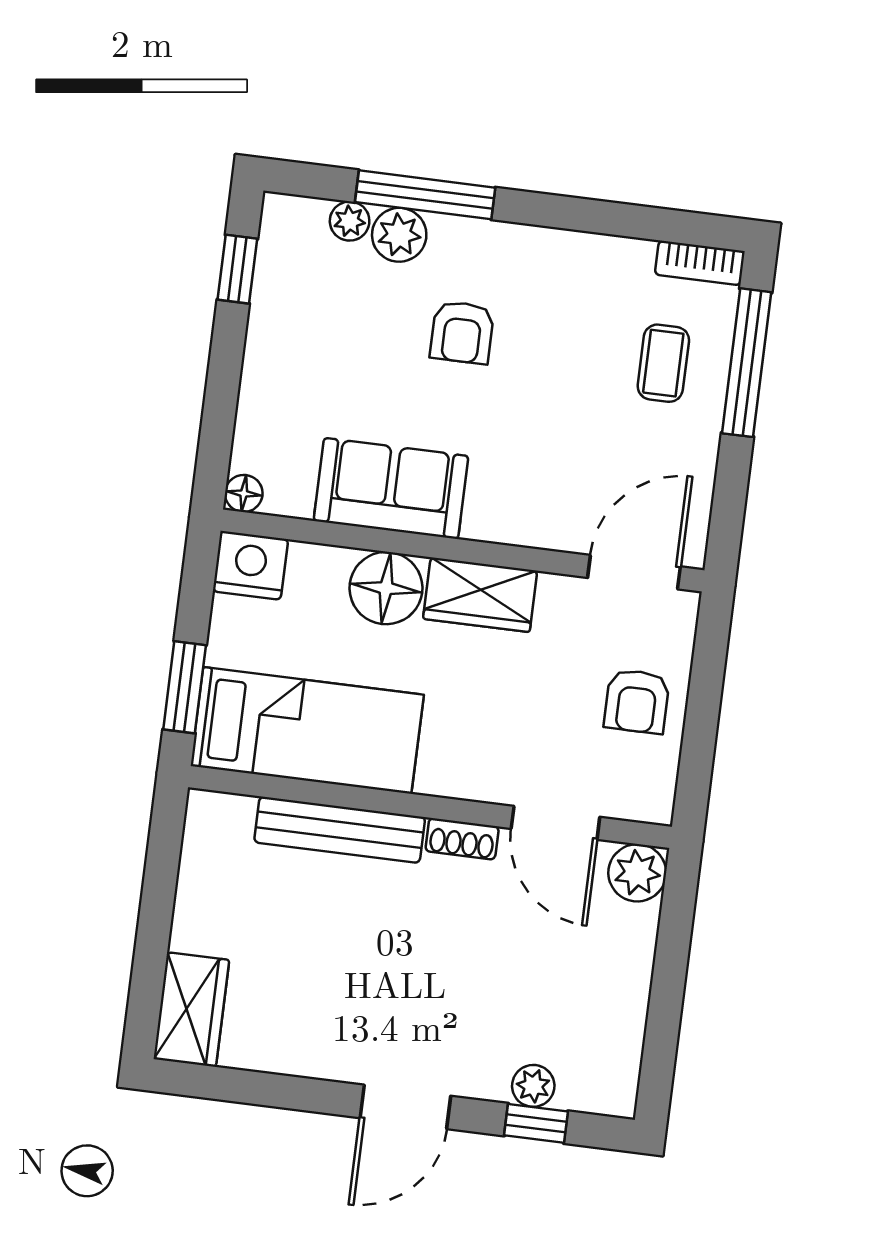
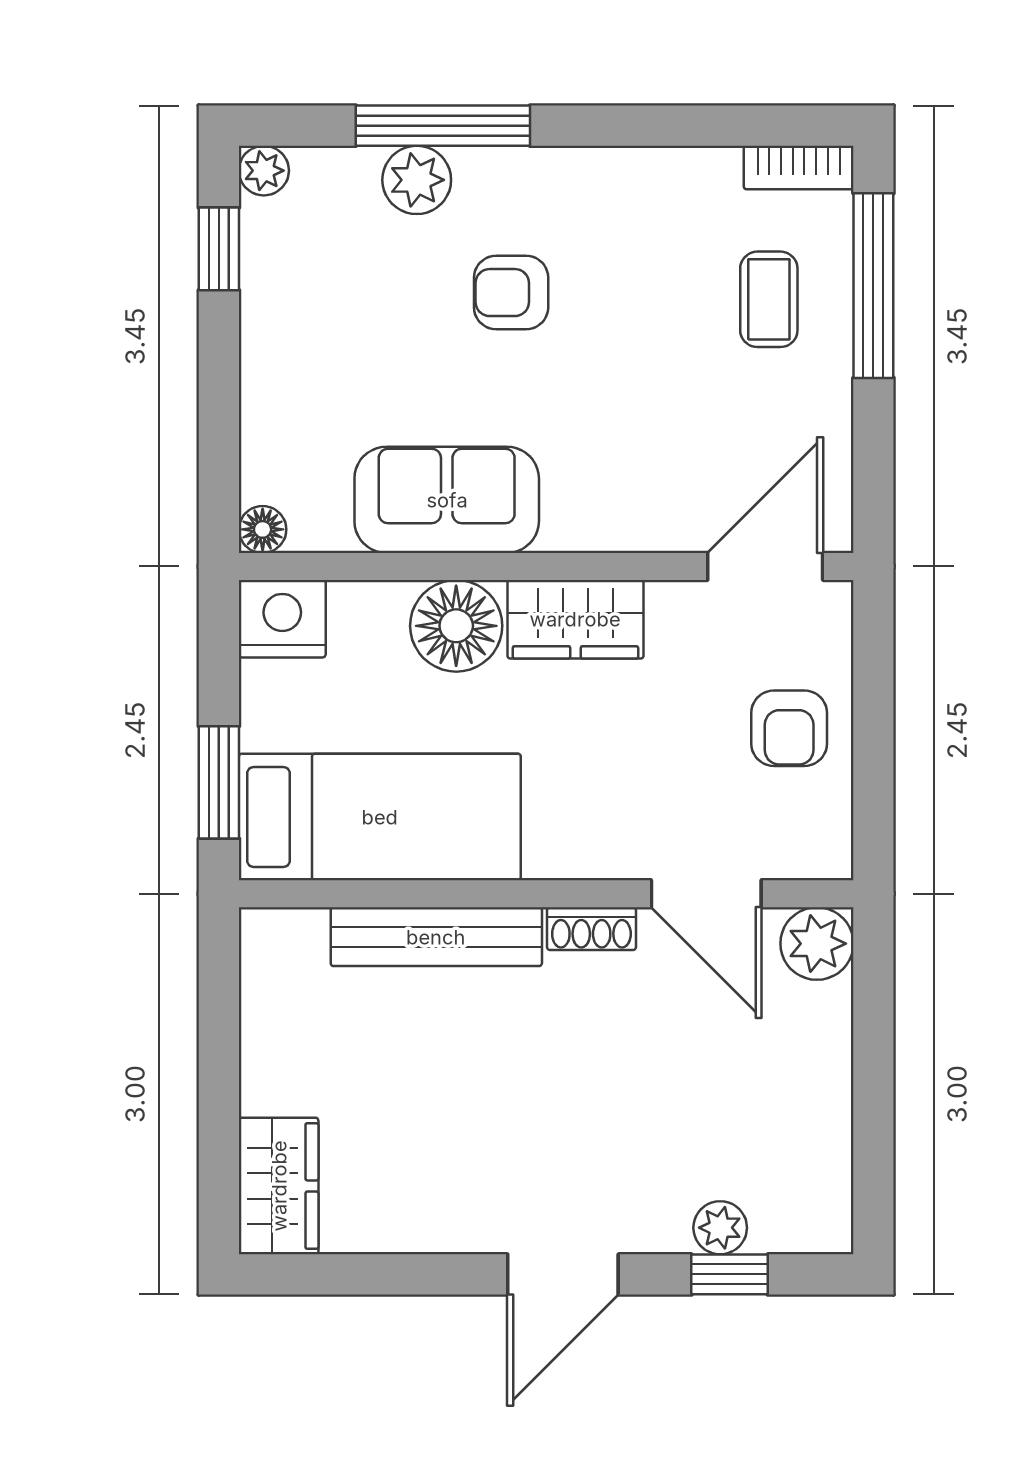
plant: (350, 221) -> (264, 171), moved
armchair: (462, 332) -> (511, 293), turned 90

